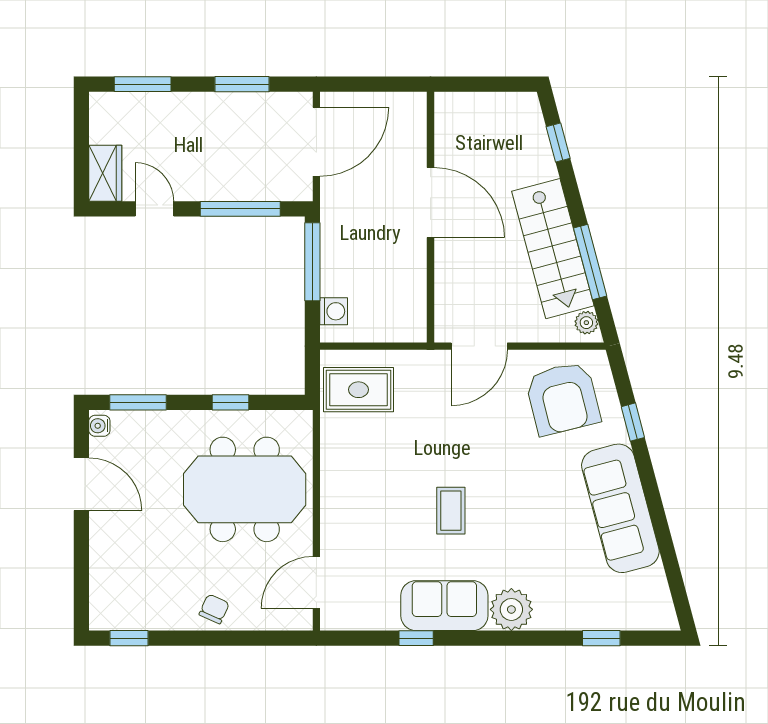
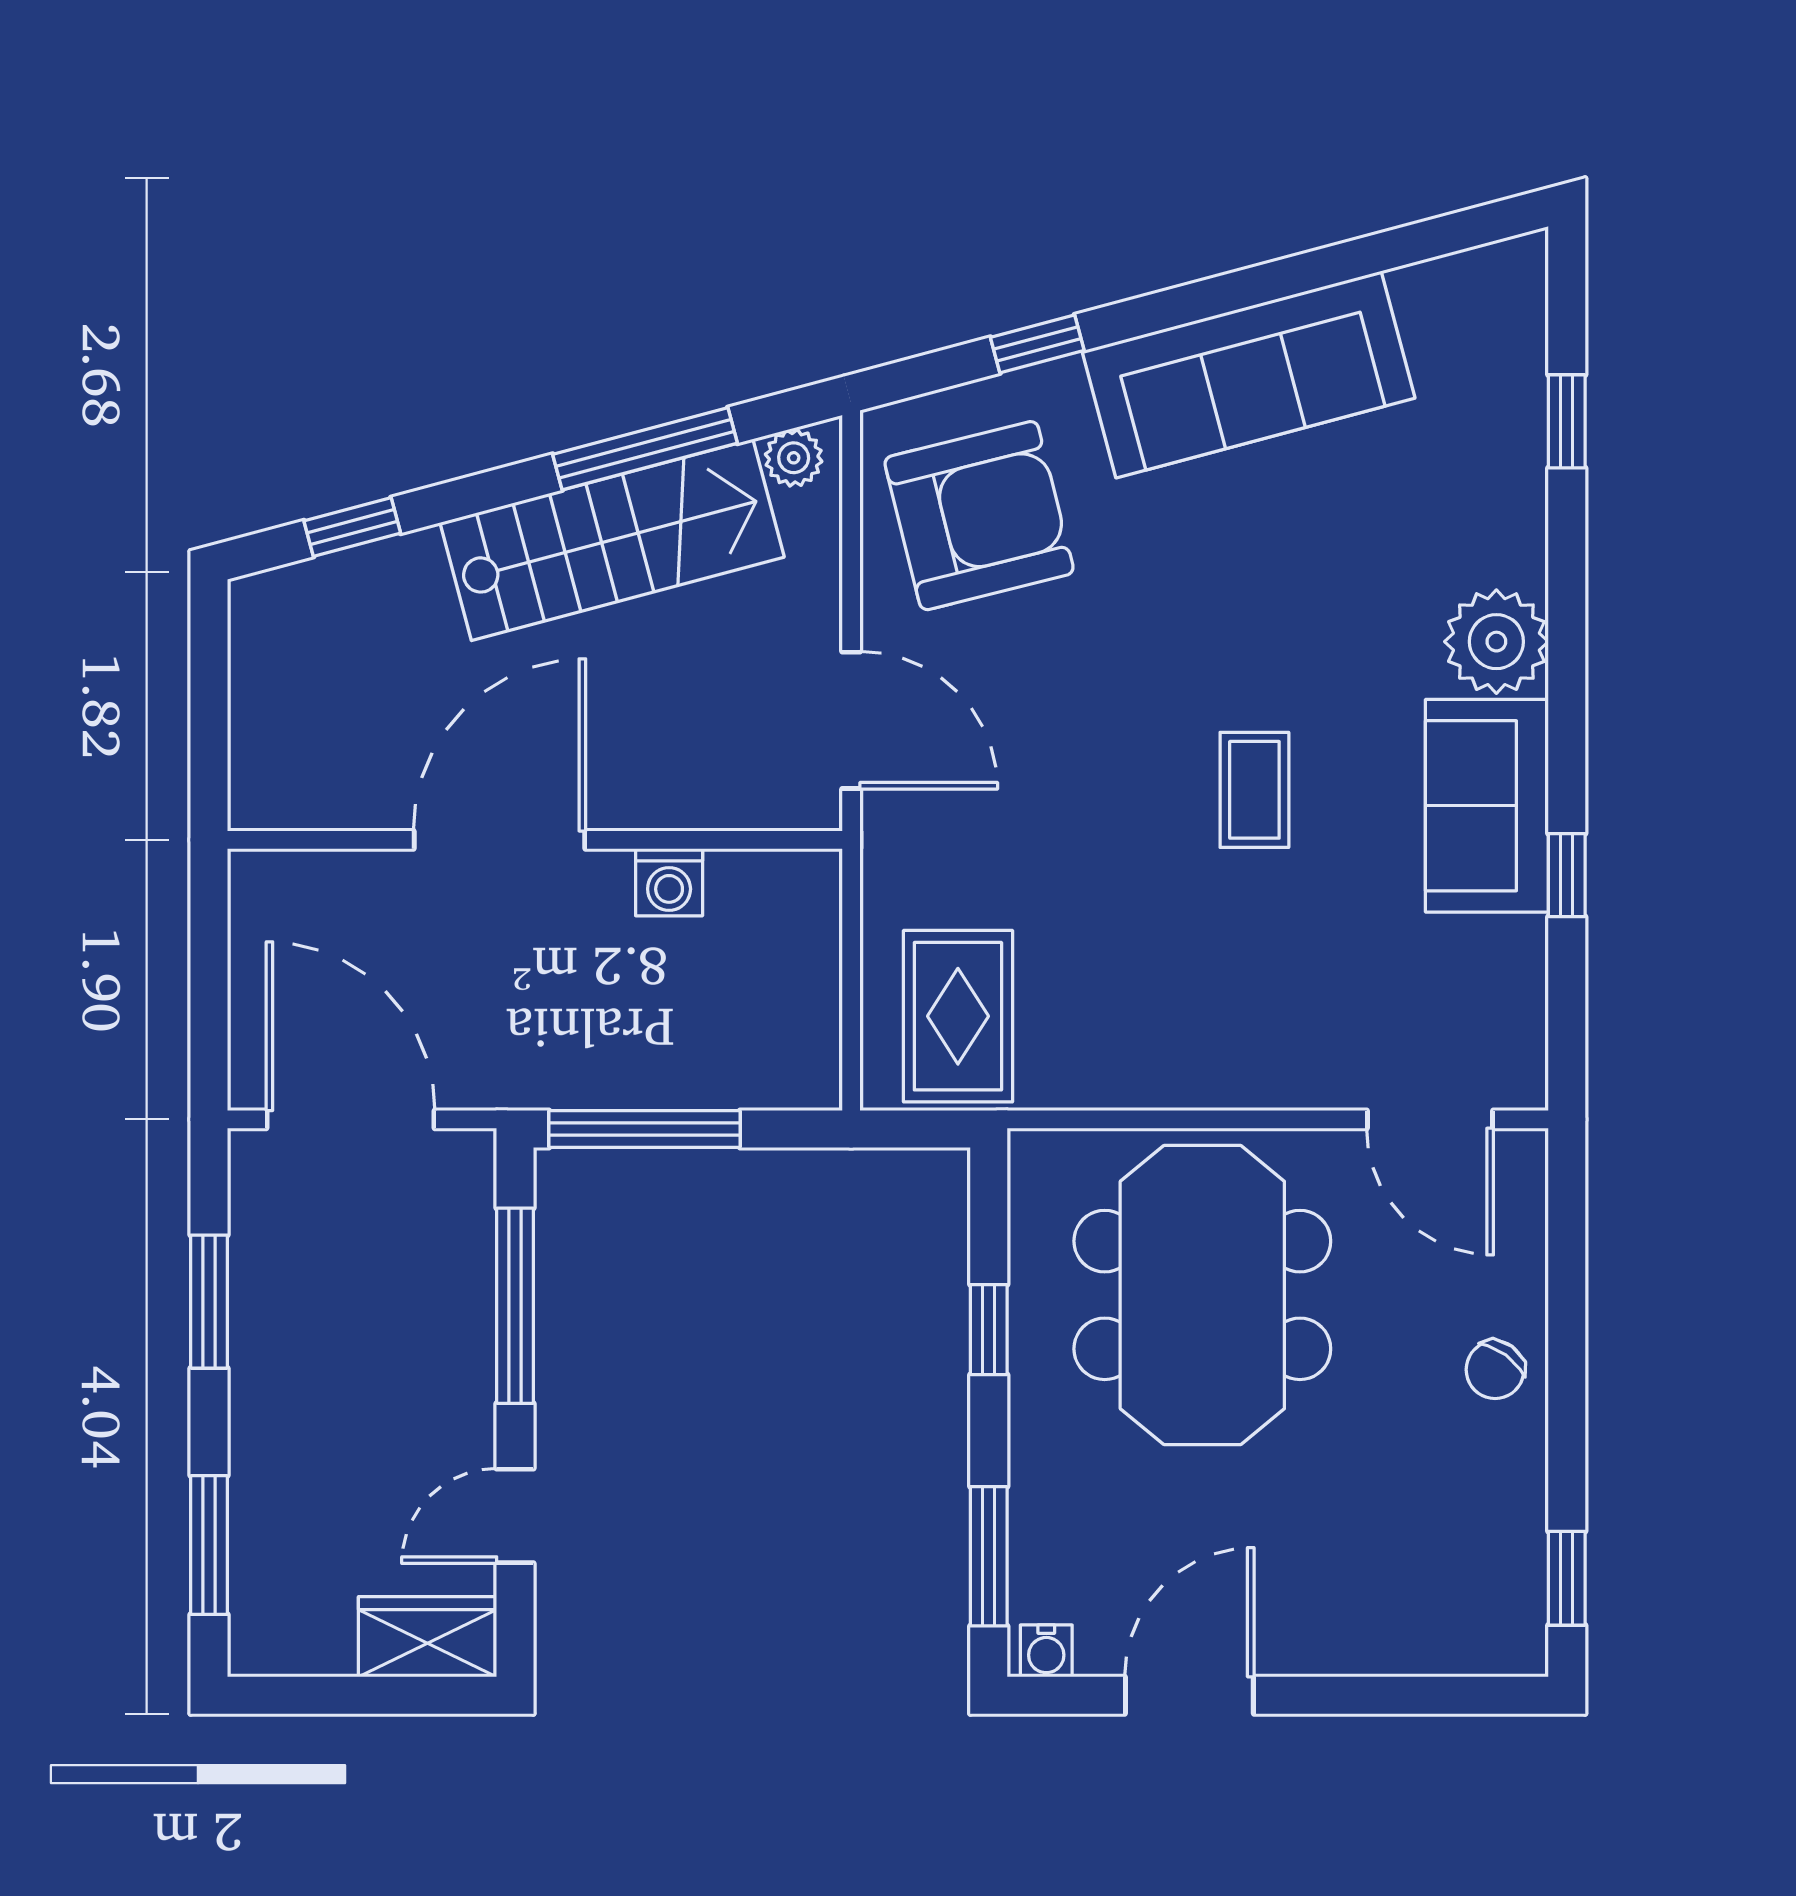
washing machine: (334, 311) -> (669, 882), moved, turned 180
coffee table: (451, 511) -> (1254, 790), turned 90
chair: (214, 609) -> (1495, 1370), turned -78

